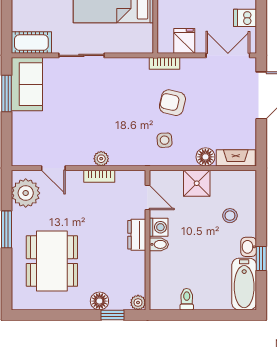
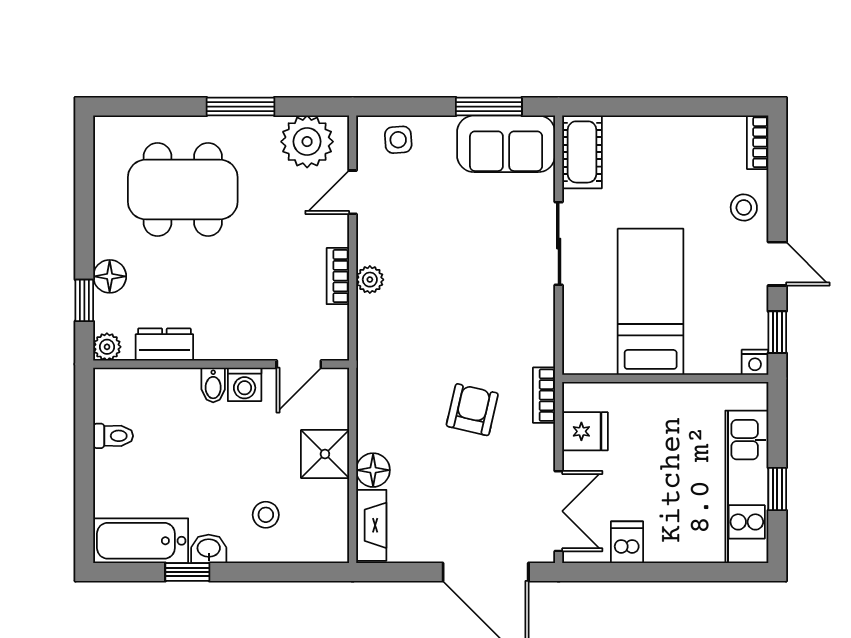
side table: (165, 140) -> (398, 140), moved
dresser: (137, 235) -> (164, 344), moved

